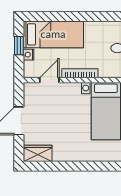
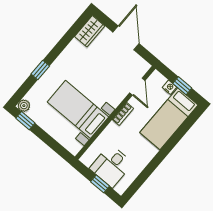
bookcase: (80, 73) -> (123, 114), width x0.64
window: (100, 166) -> (40, 70), added

